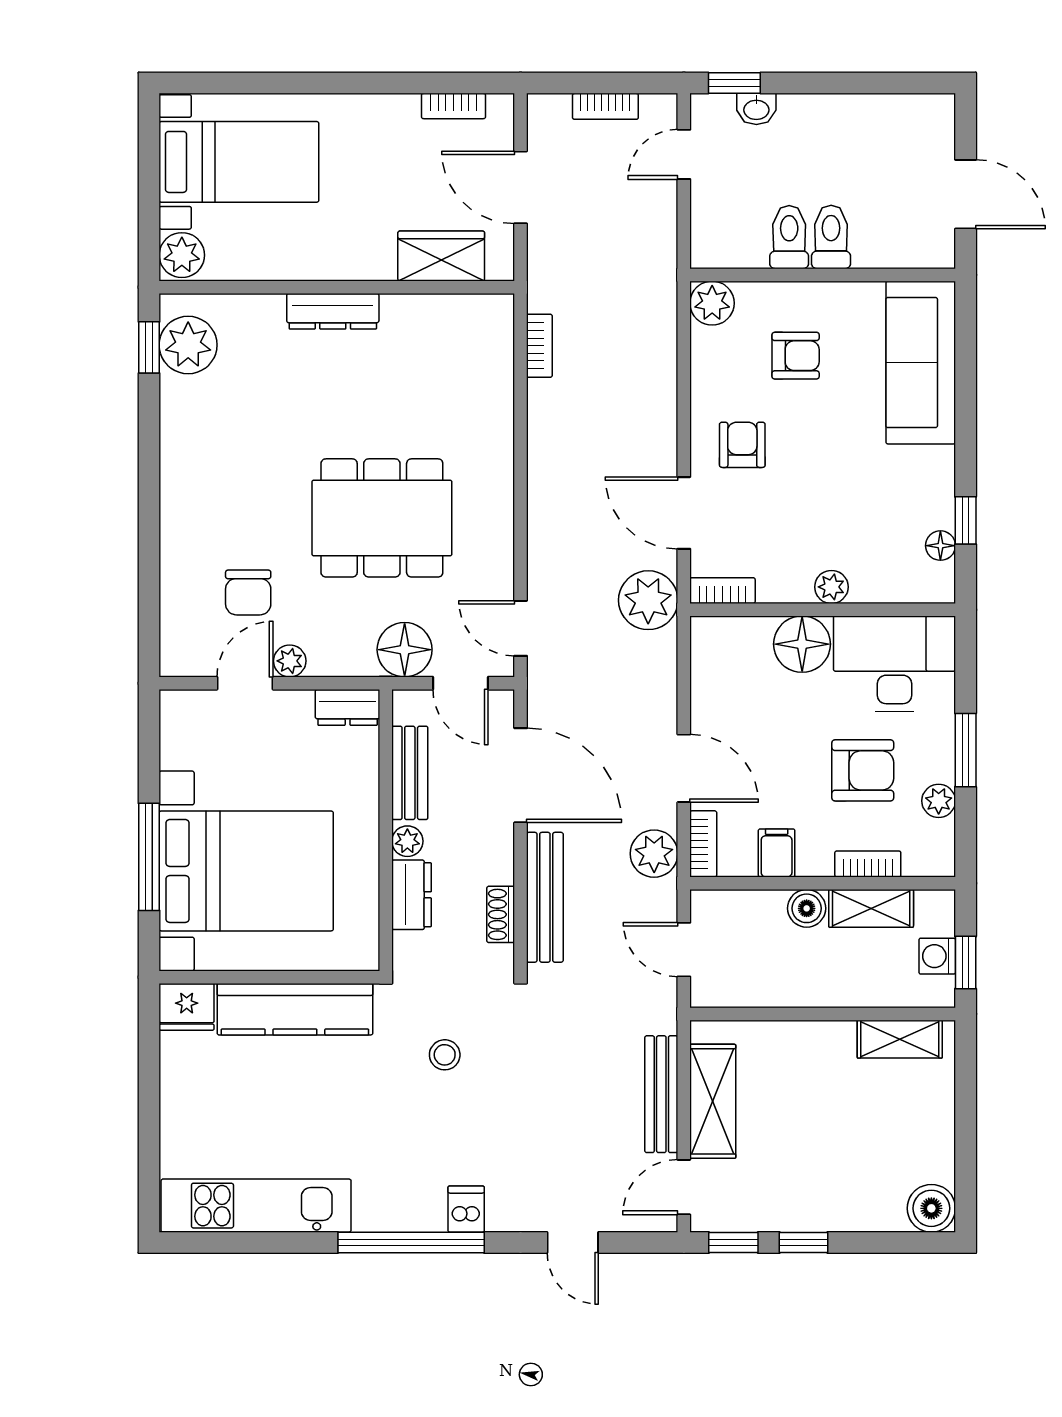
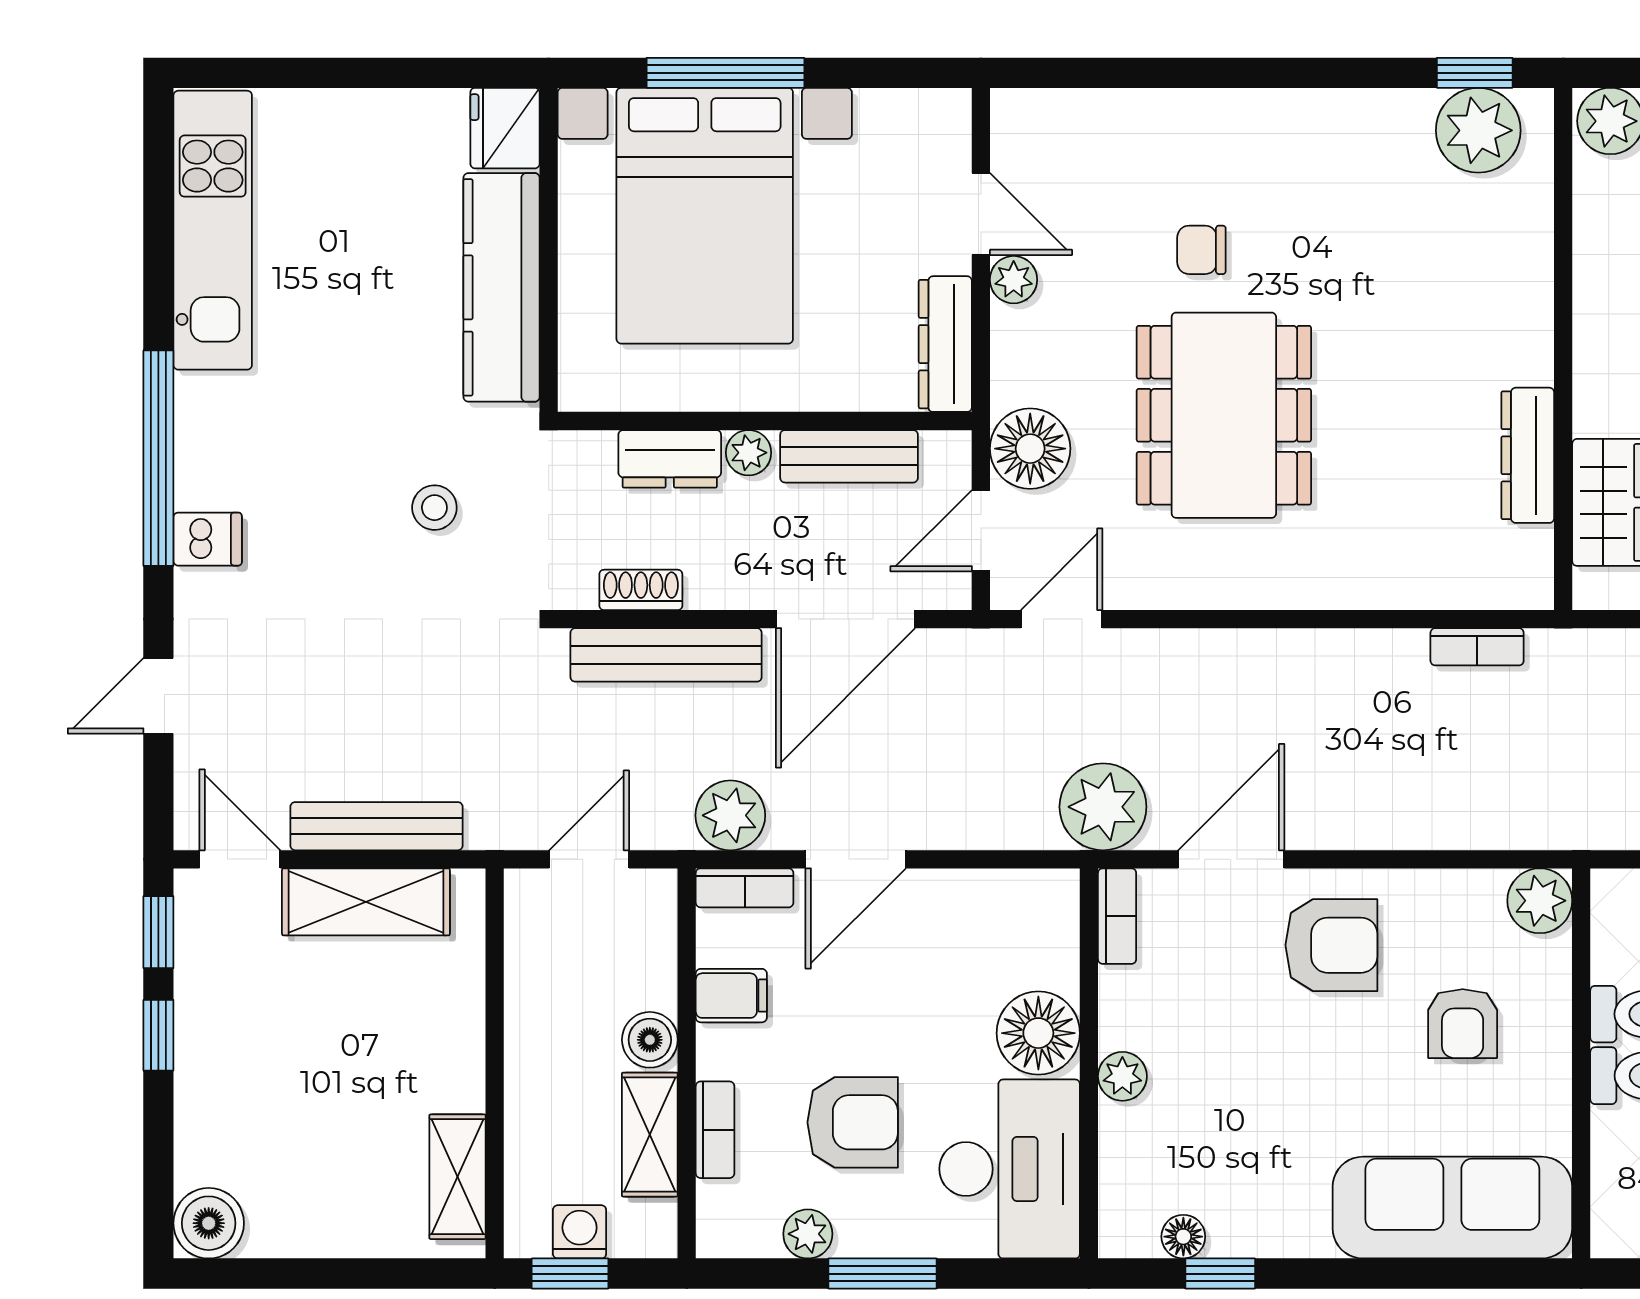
dresser: (333, 311) -> (1528, 455), moved
armchair: (742, 445) -> (1331, 945), width x1.38, depth x1.38
chair: (248, 592) -> (1201, 250), moved, width x0.73, depth x0.73
dresser: (348, 707) -> (945, 344), width x1.44
armchair: (863, 770) -> (853, 1122), turned -90

